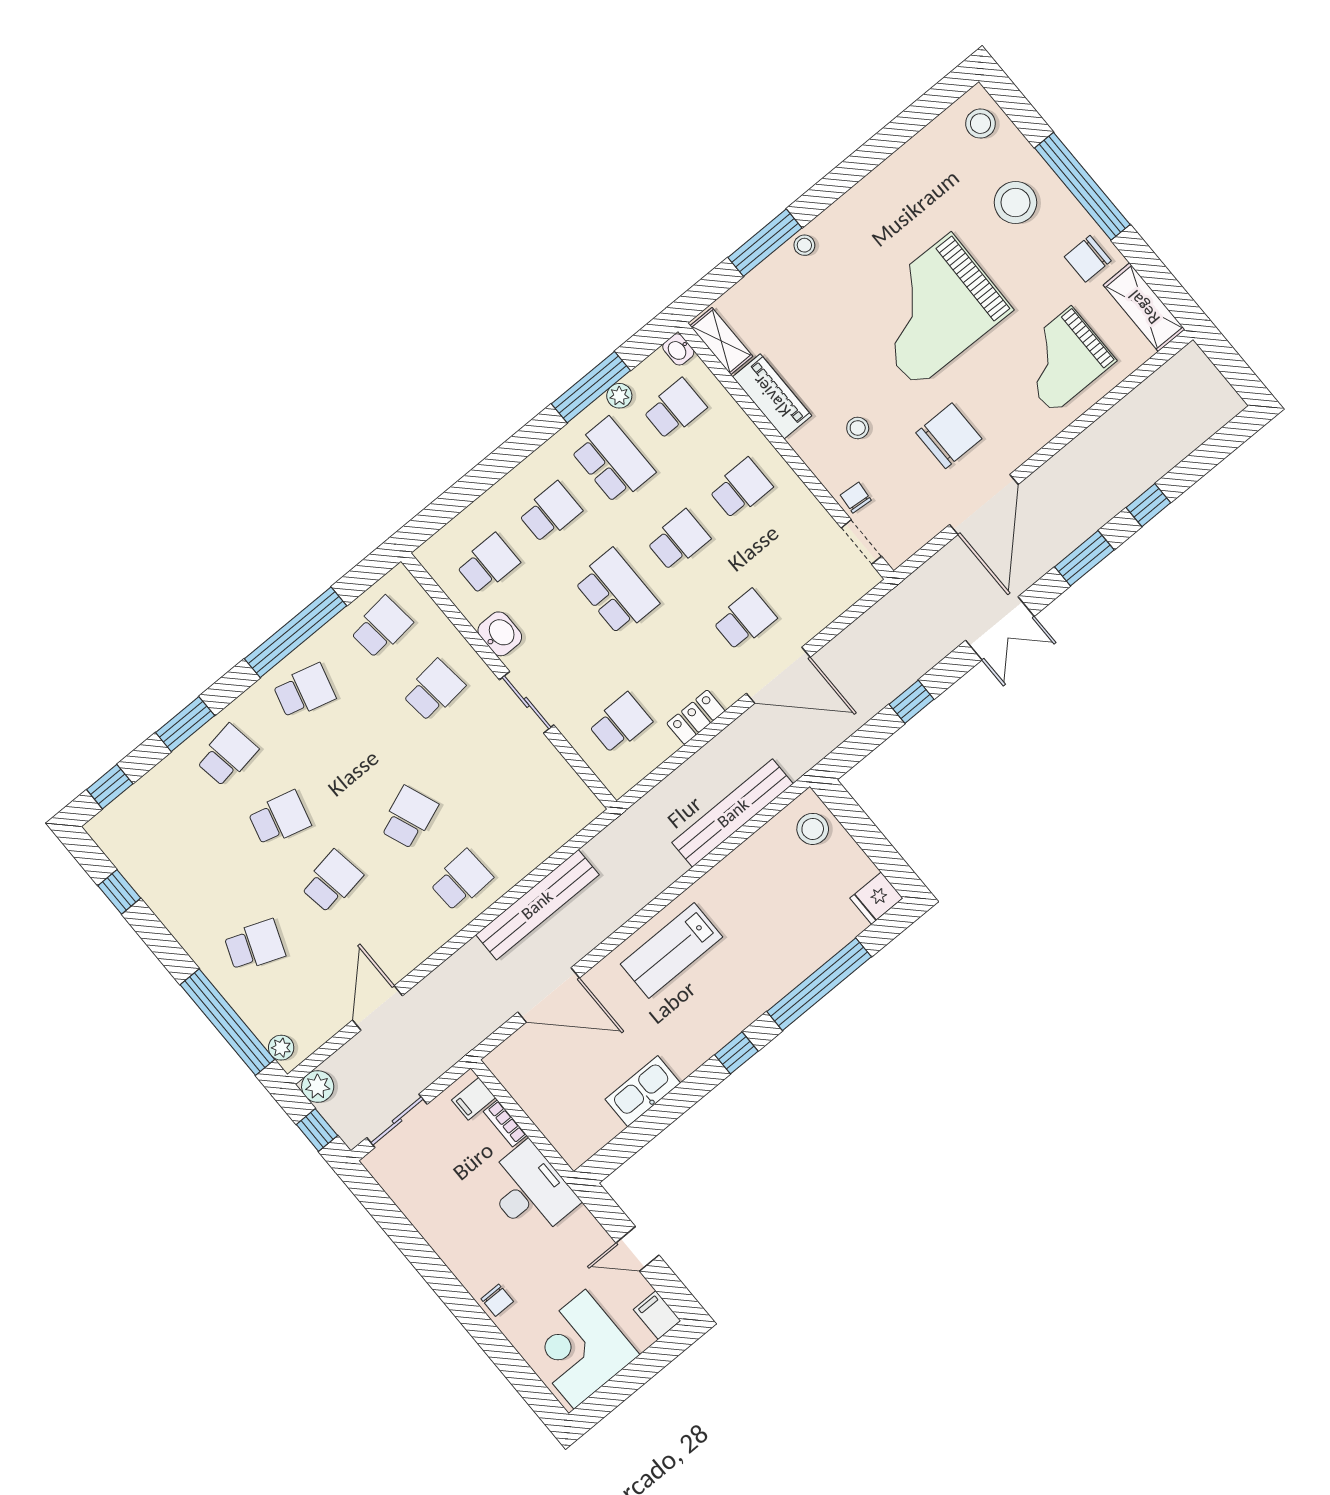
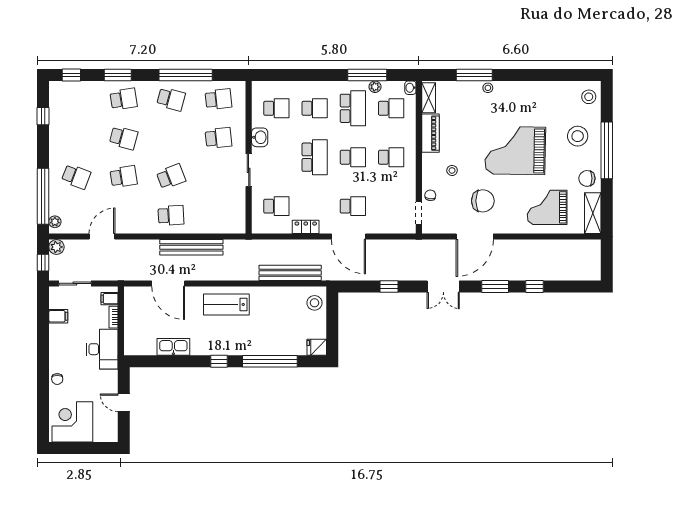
filing cabinet: (657, 1315) -> (58, 316), moved, turned 90

